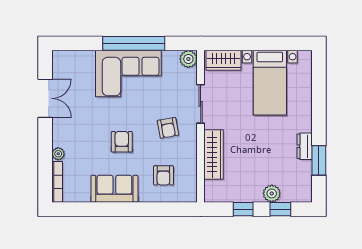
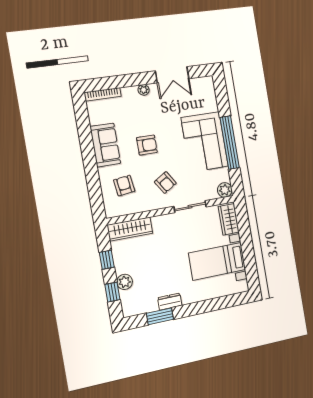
armchair: (168, 128) -> (165, 183), turned -112
plant: (58, 154) -> (144, 90), moved
wardrobe: (214, 155) -> (130, 229), moved
armchair: (163, 175) -> (124, 186), turned 83

